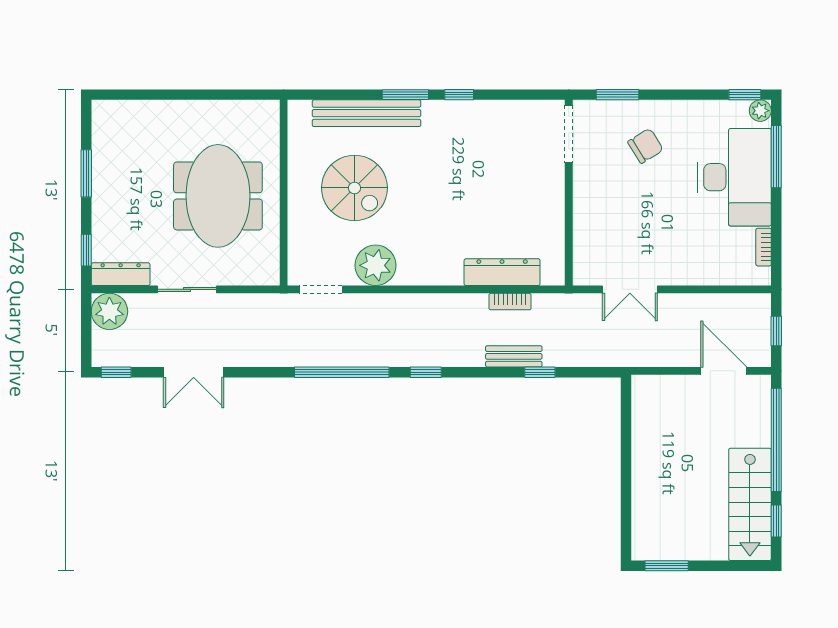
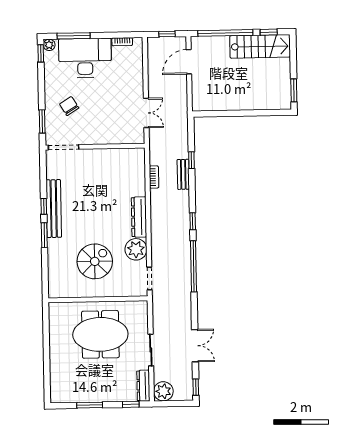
bench: (367, 113) -> (54, 209), moved
dresser: (502, 272) -> (139, 217), moved

